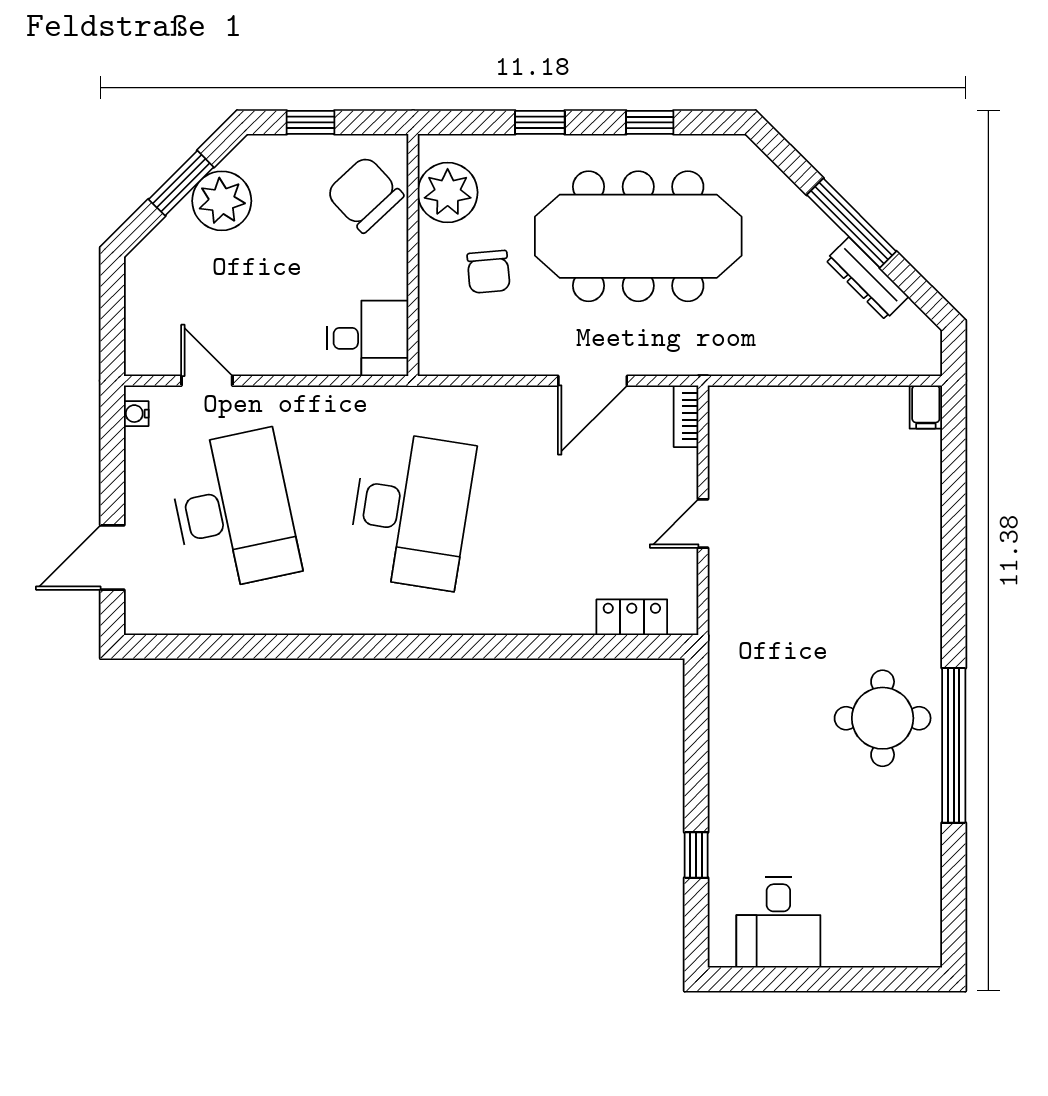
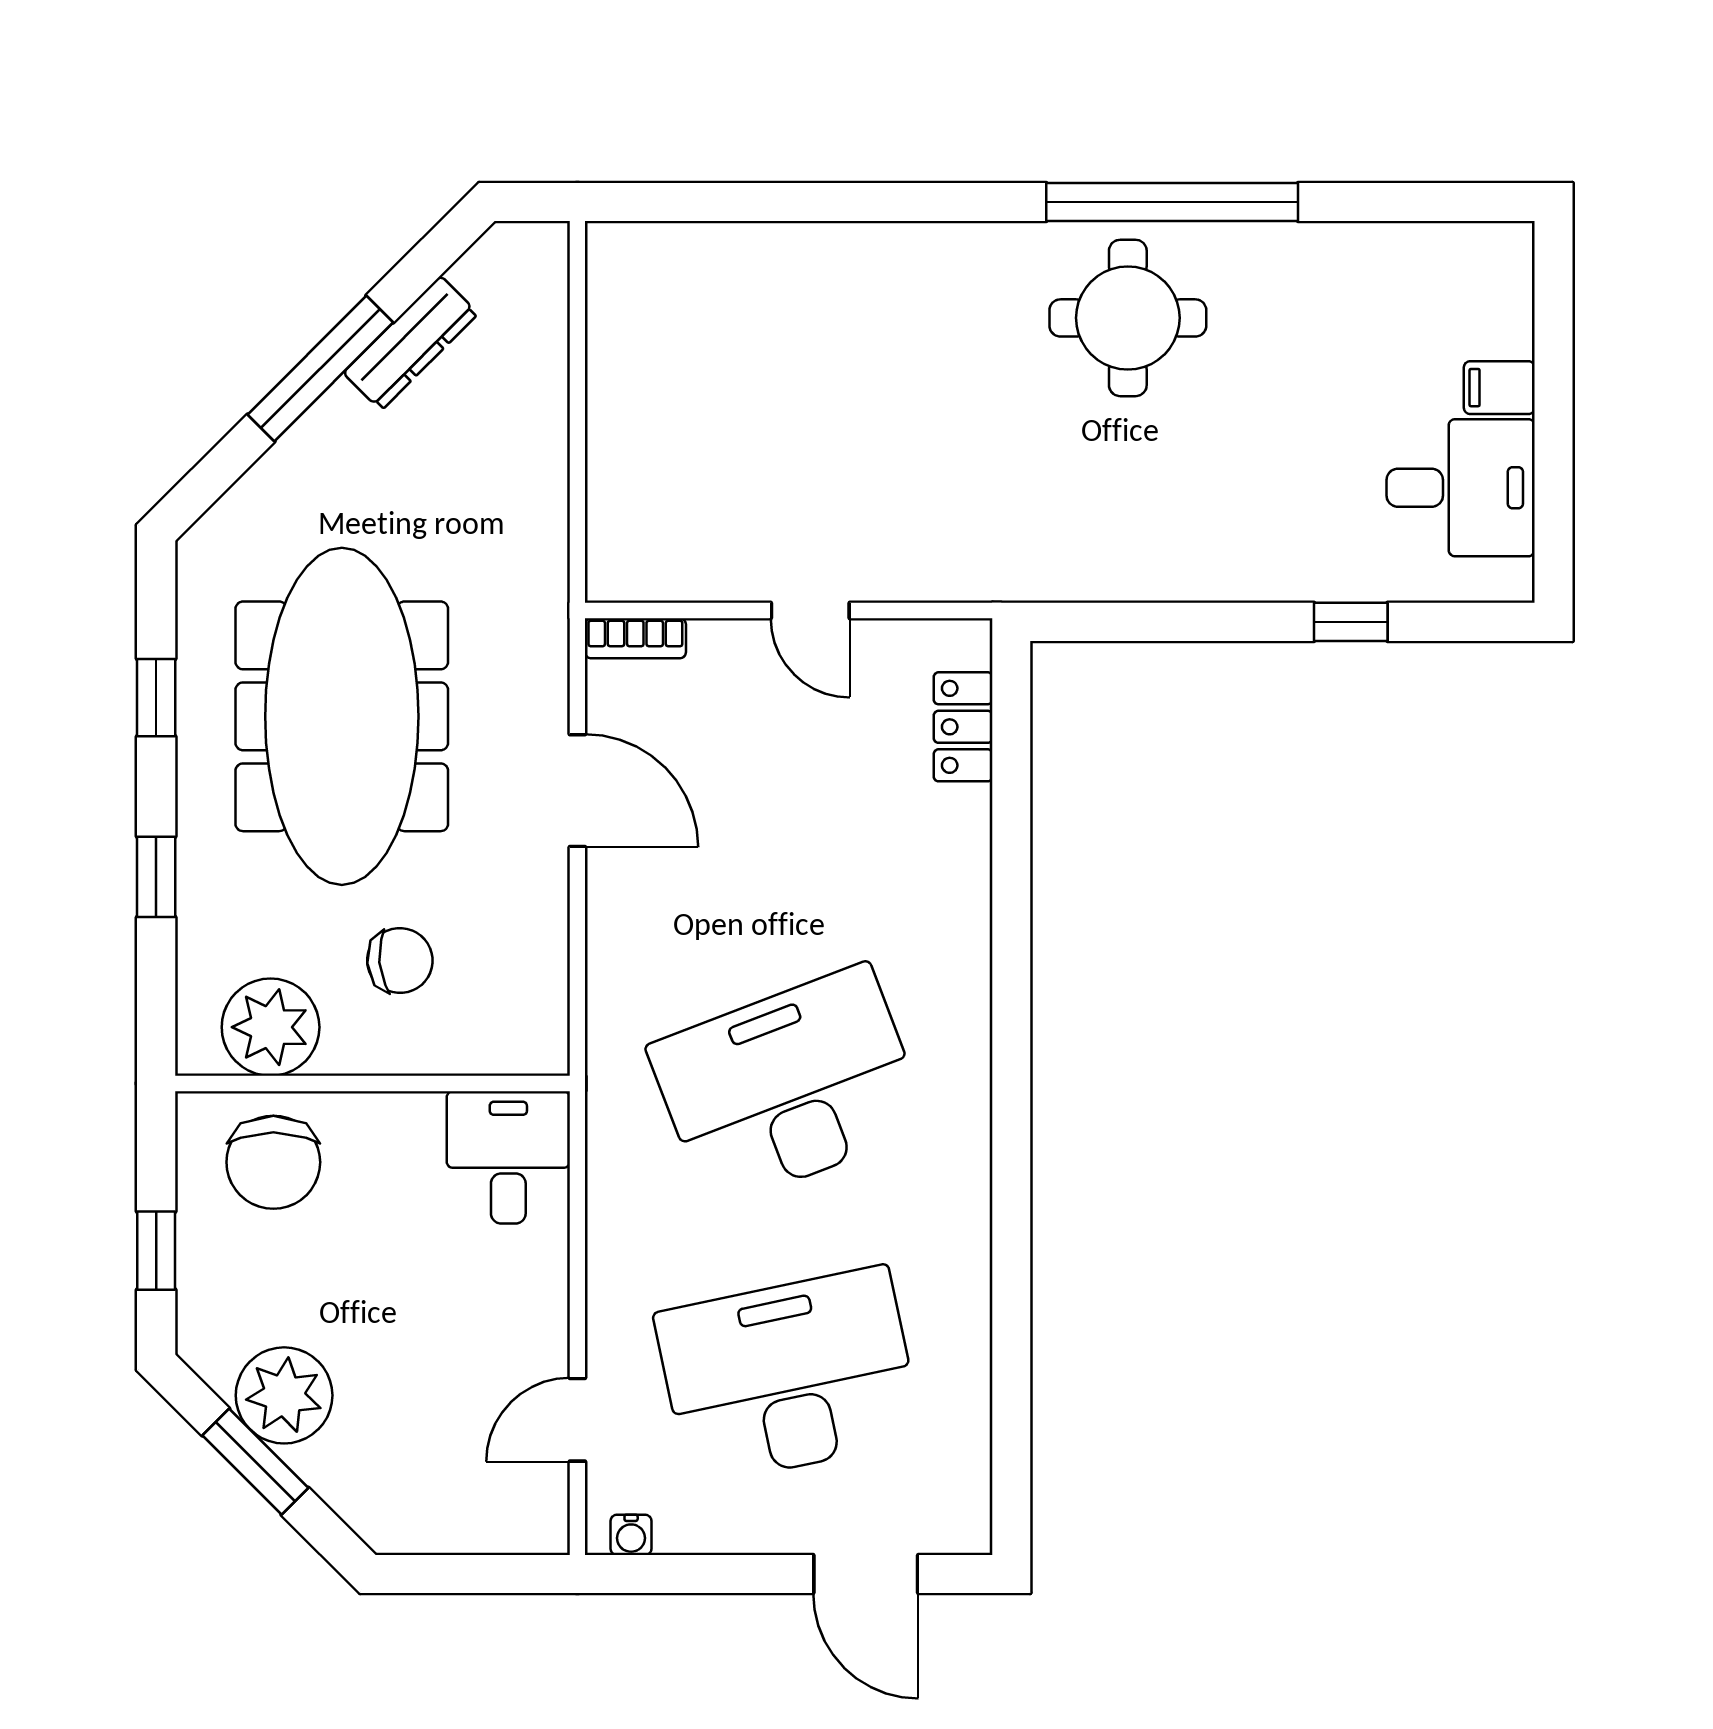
chair: (365, 194) -> (273, 1162), turned -47
filing cabinet: (926, 407) -> (1499, 388), moved, turned 180
desk: (411, 510) -> (789, 1087), turned -30

